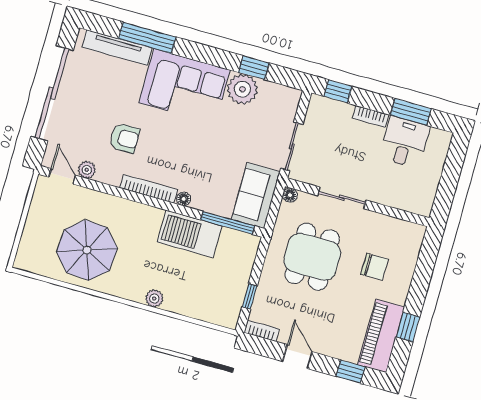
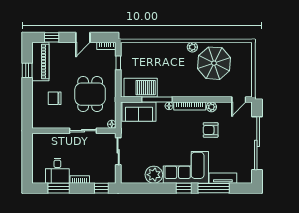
tv unit: (117, 48) -> (223, 178), width x0.71
window: (254, 68) -> (184, 188), moved
plant: (87, 170) -> (211, 107), moved
door: (62, 176) -> (239, 100), hinge flipped
sofa: (256, 196) -> (139, 112), moved, turned 90
window: (228, 223) -> (157, 100), moved
barbecue: (189, 234) -> (141, 88), moved
plant: (154, 298) -> (192, 47), moved
door: (297, 357) -> (83, 37), hinge flipped

